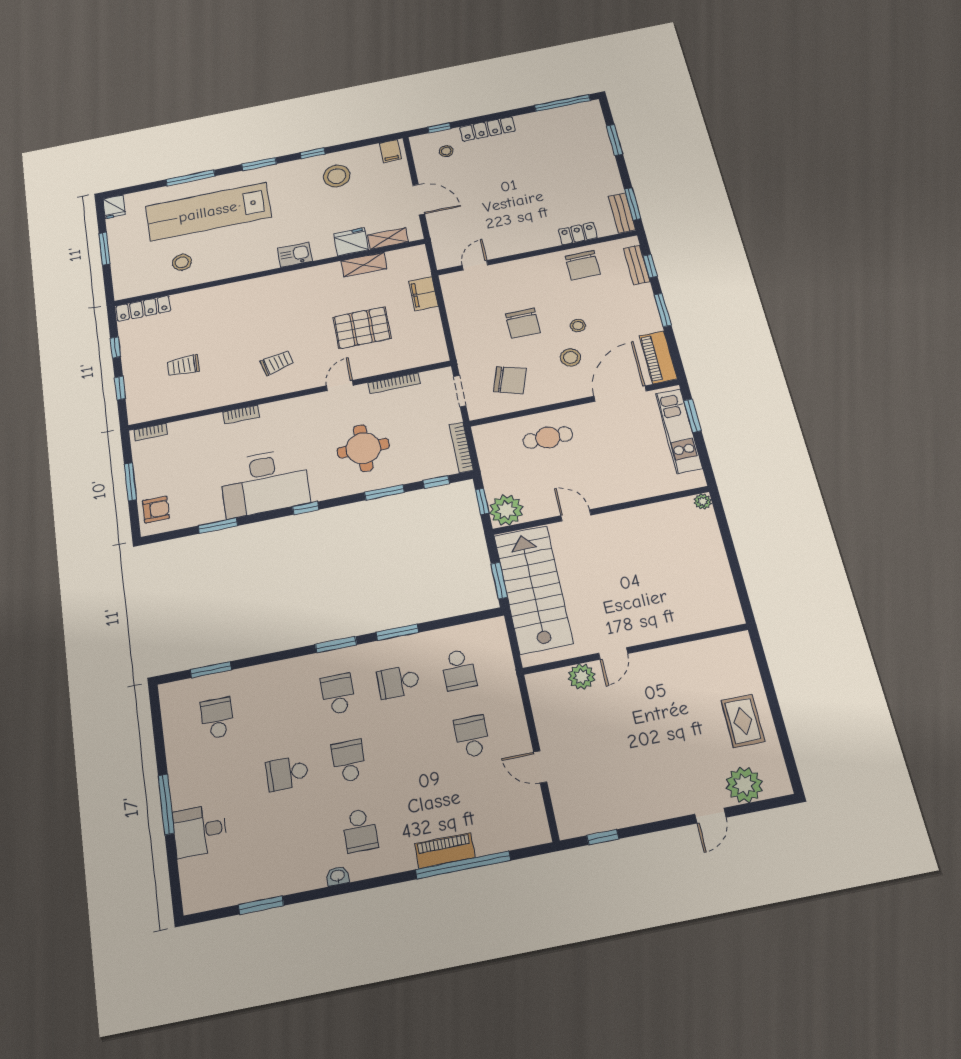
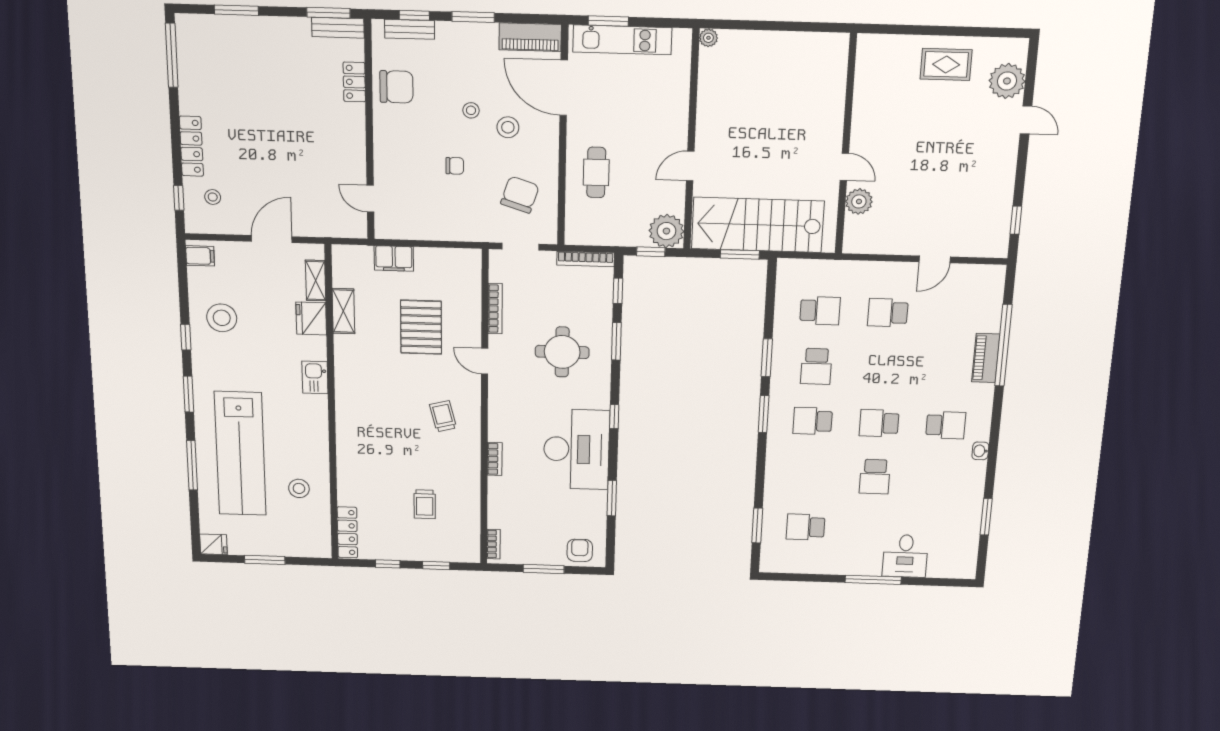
chair: (523, 323) -> (455, 166), width x0.54, depth x0.54

